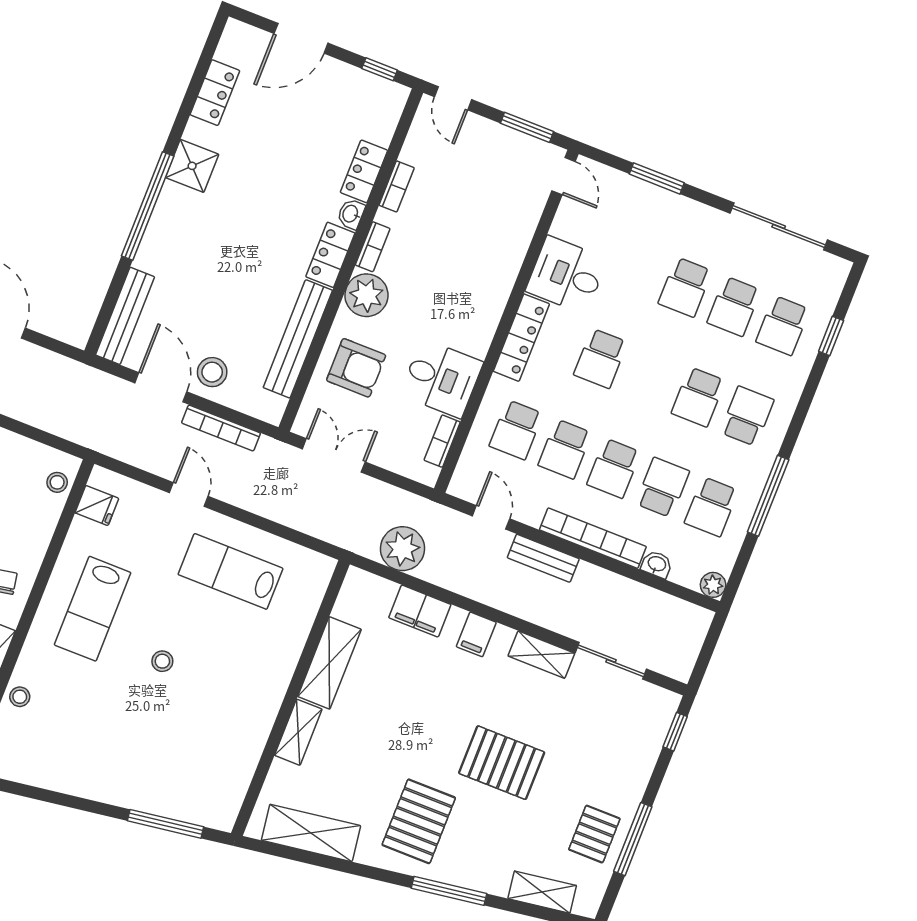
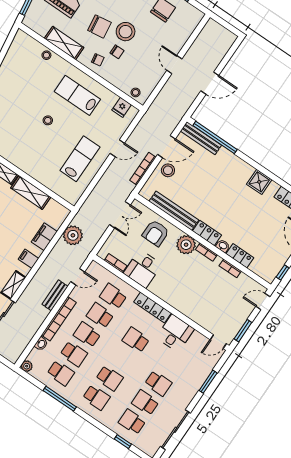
window: (148, 206) -> (215, 137), moved
school desk: (685, 287) -> (158, 383), turned 180
school desk: (698, 397) -> (109, 378), turned 180
school desk: (711, 507) -> (61, 373), turned 180

